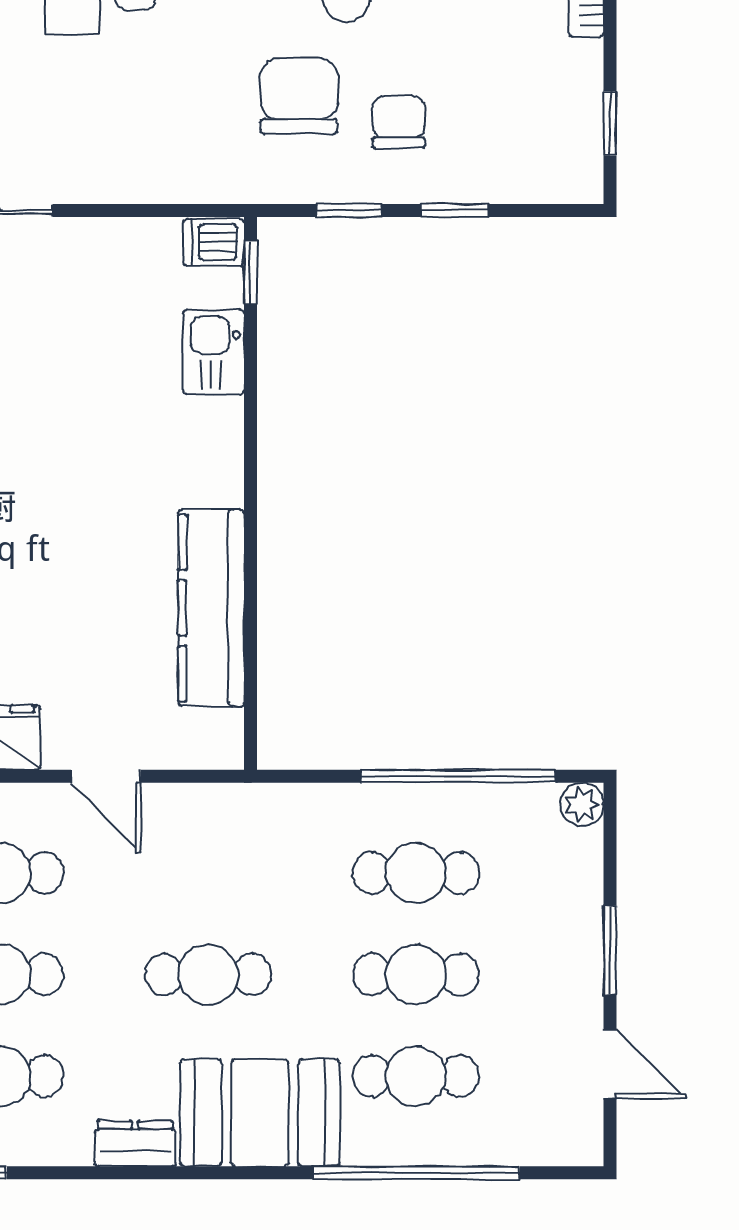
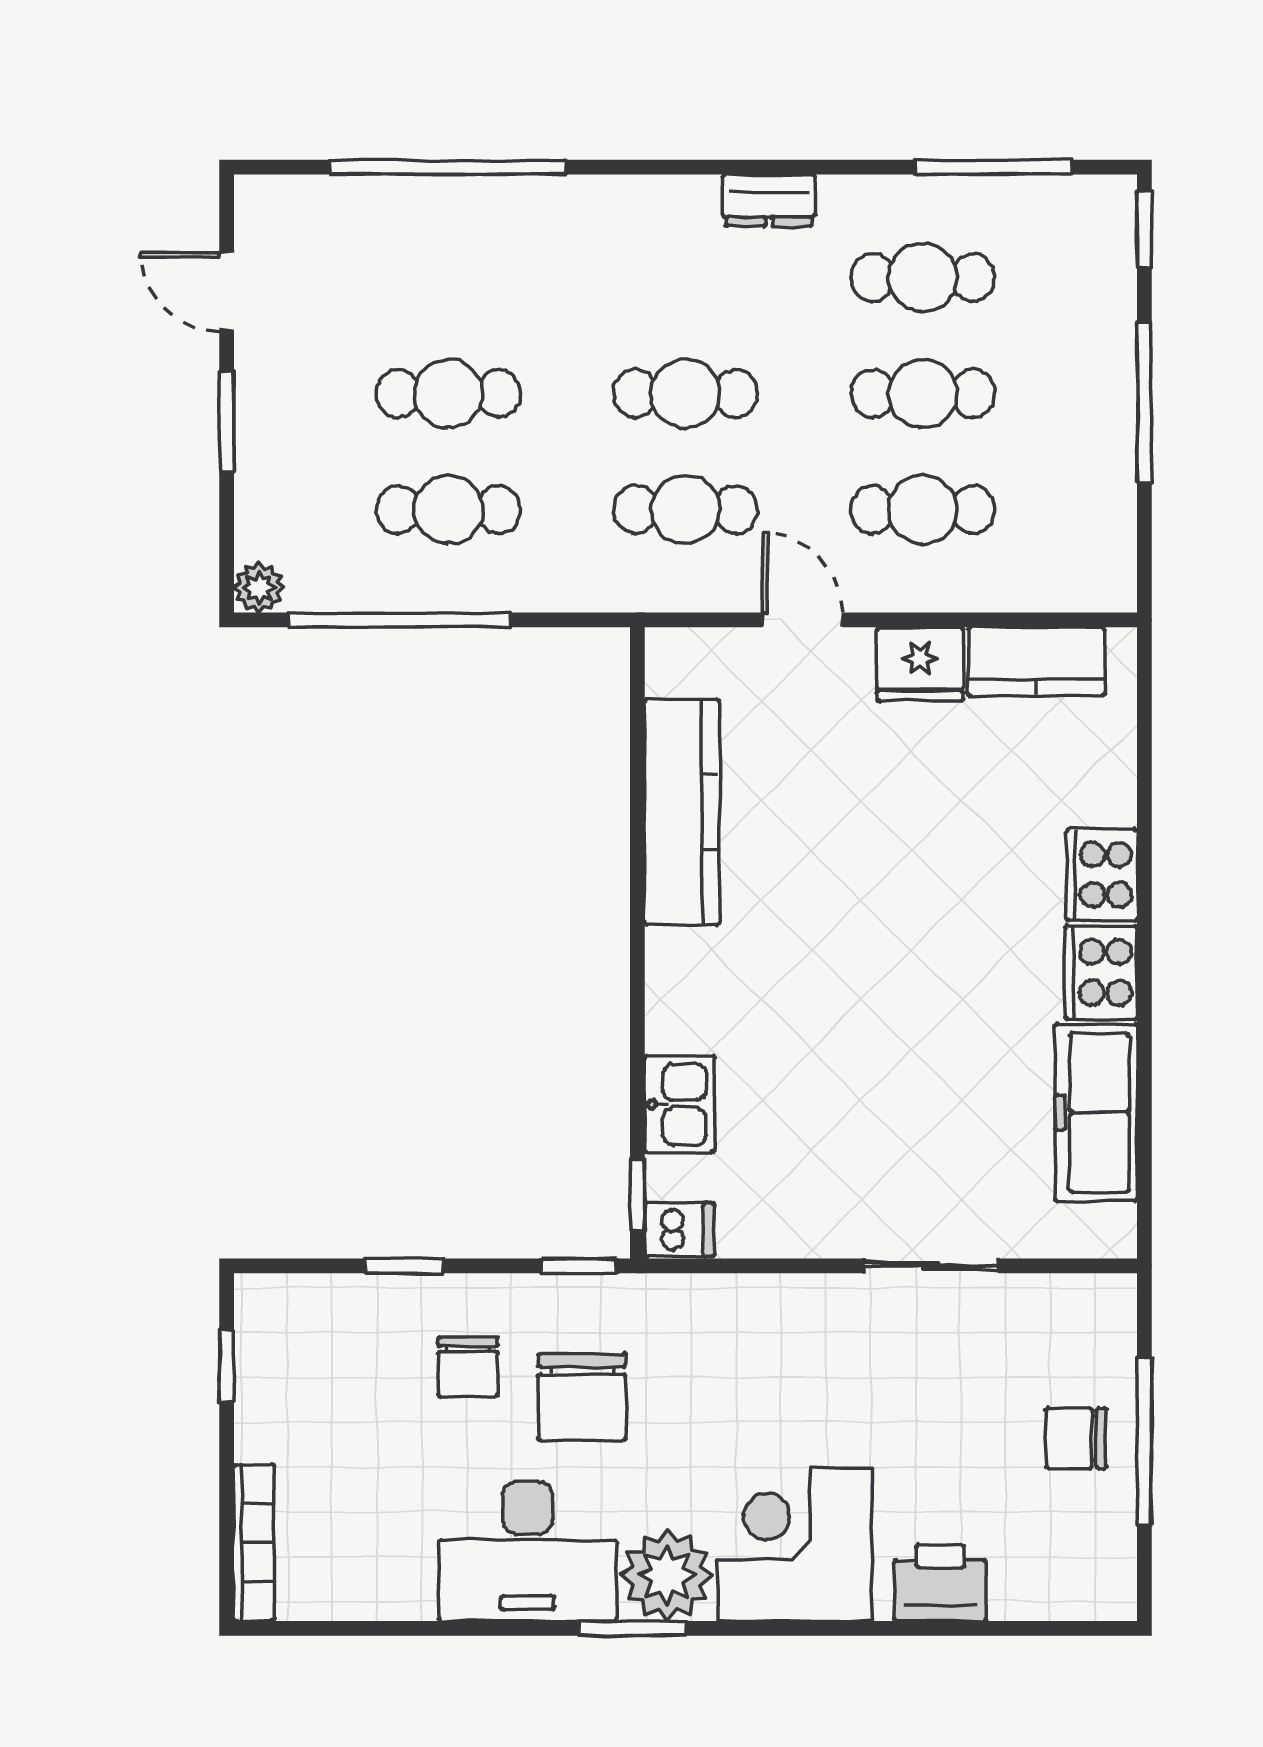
window: (349, 210) -> (579, 1266), moved
cafe table: (416, 1076) -> (686, 509), moved
booth: (260, 1113) -> (627, 236), removed

